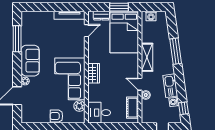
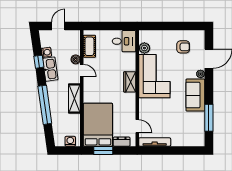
door: (86, 31) -> (137, 126), swing flipped
window: (176, 51) -> (45, 105), width x1.46
window: (184, 108) -> (39, 62), moved
armchair: (56, 116) -> (183, 47), moved

